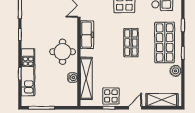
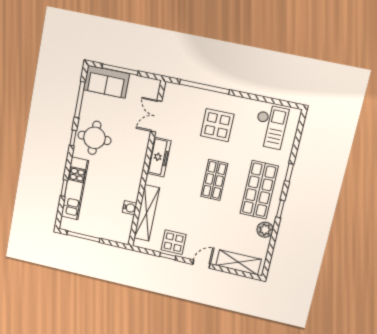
round table: (63, 52) -> (94, 138), moved

